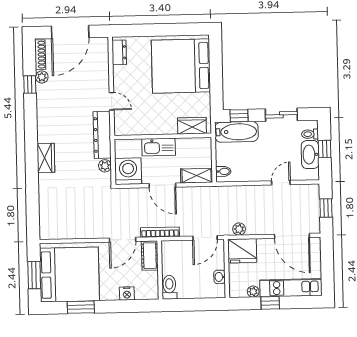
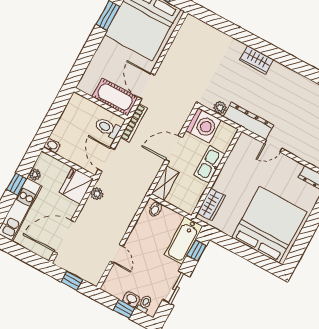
washbasin: (310, 155) -> (131, 299), width x0.52, depth x0.69
cot: (150, 256) -> (115, 97), width x1.37, depth x1.34
washbasin: (220, 277) -> (52, 146), moved
toilet: (169, 287) -> (108, 128), moved, turned 180
nightstand: (127, 294) -> (97, 63), removed

